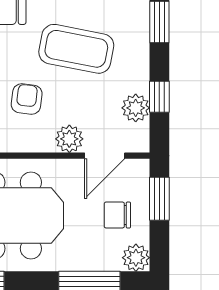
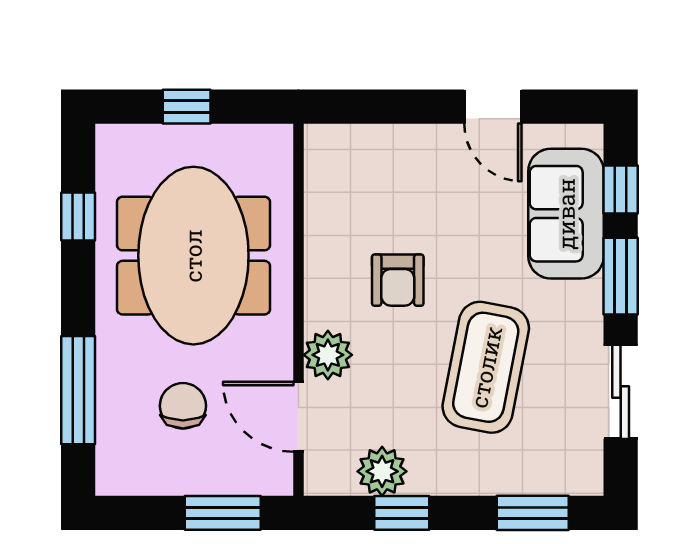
armchair: (27, 99) -> (398, 280), turned 83
chair: (117, 215) -> (183, 406), moved
plant: (136, 258) -> (119, 472), removed

